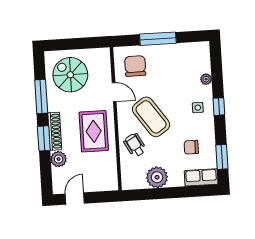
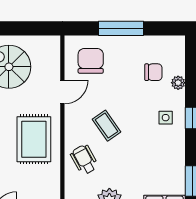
door: (114, 92) -> (62, 92), hinge flipped
coffee table: (151, 117) -> (107, 126), width x0.54, depth x0.58
chair: (191, 147) -> (153, 72), moved, turned 180

